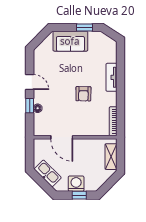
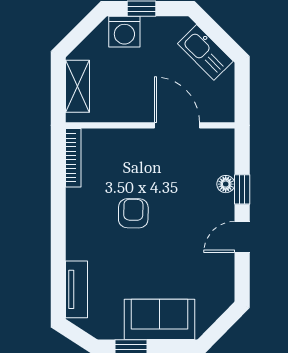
tv unit: (111, 77) -> (77, 289), moved
door: (30, 82) -> (242, 237), hinge flipped
washing machine: (76, 184) -> (124, 32), moved

